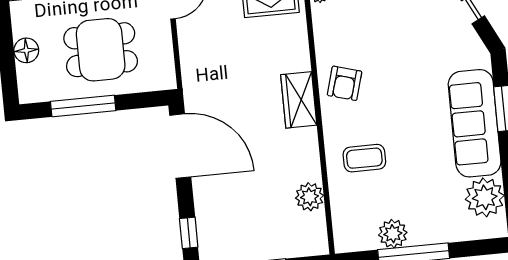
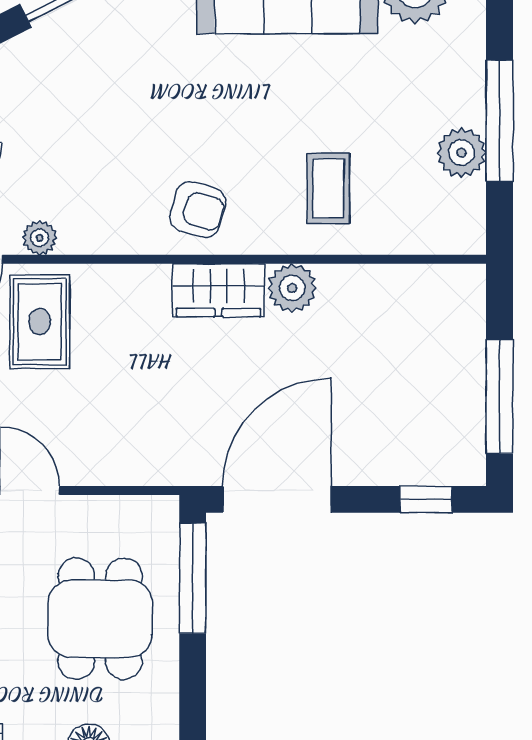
window: (83, 106) -> (193, 578), moved
plant: (310, 197) -> (292, 288), moved

